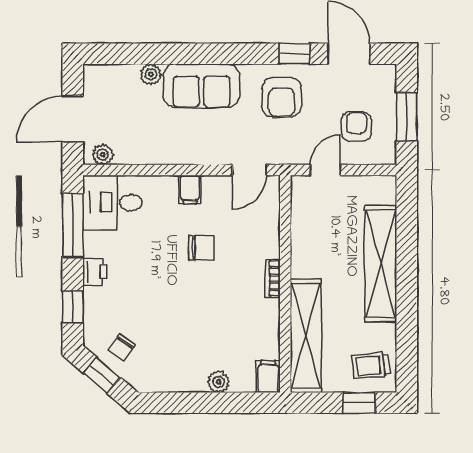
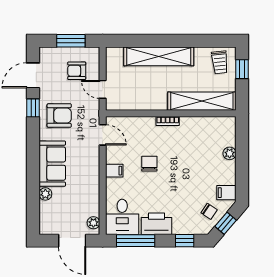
printer: (95, 272) -> (156, 224), width x1.87, depth x1.48
filing cabinet: (268, 377) -> (226, 193), moved

